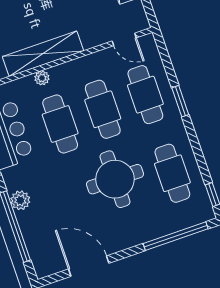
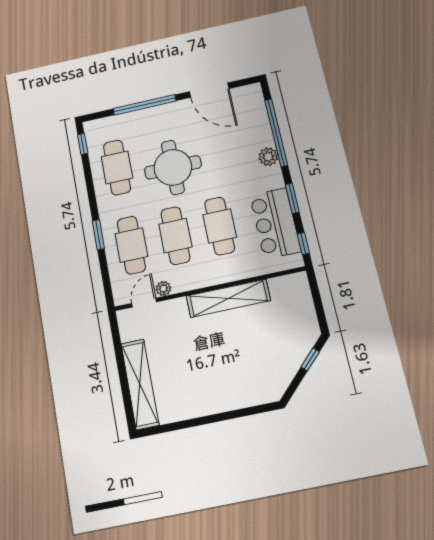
door: (124, 39) -> (144, 303), hinge flipped
plant: (42, 78) -> (163, 289), moved
window: (176, 236) -> (144, 105), moved

